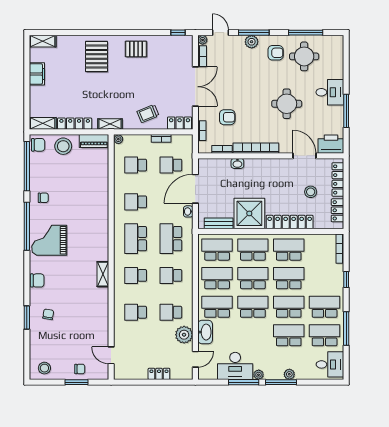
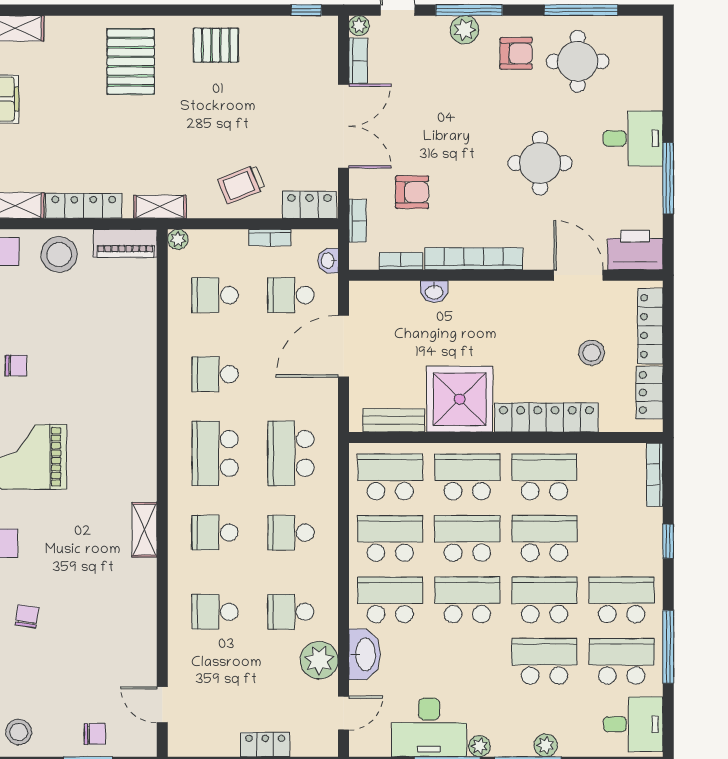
washbasin: (188, 211) -> (328, 261), moved

